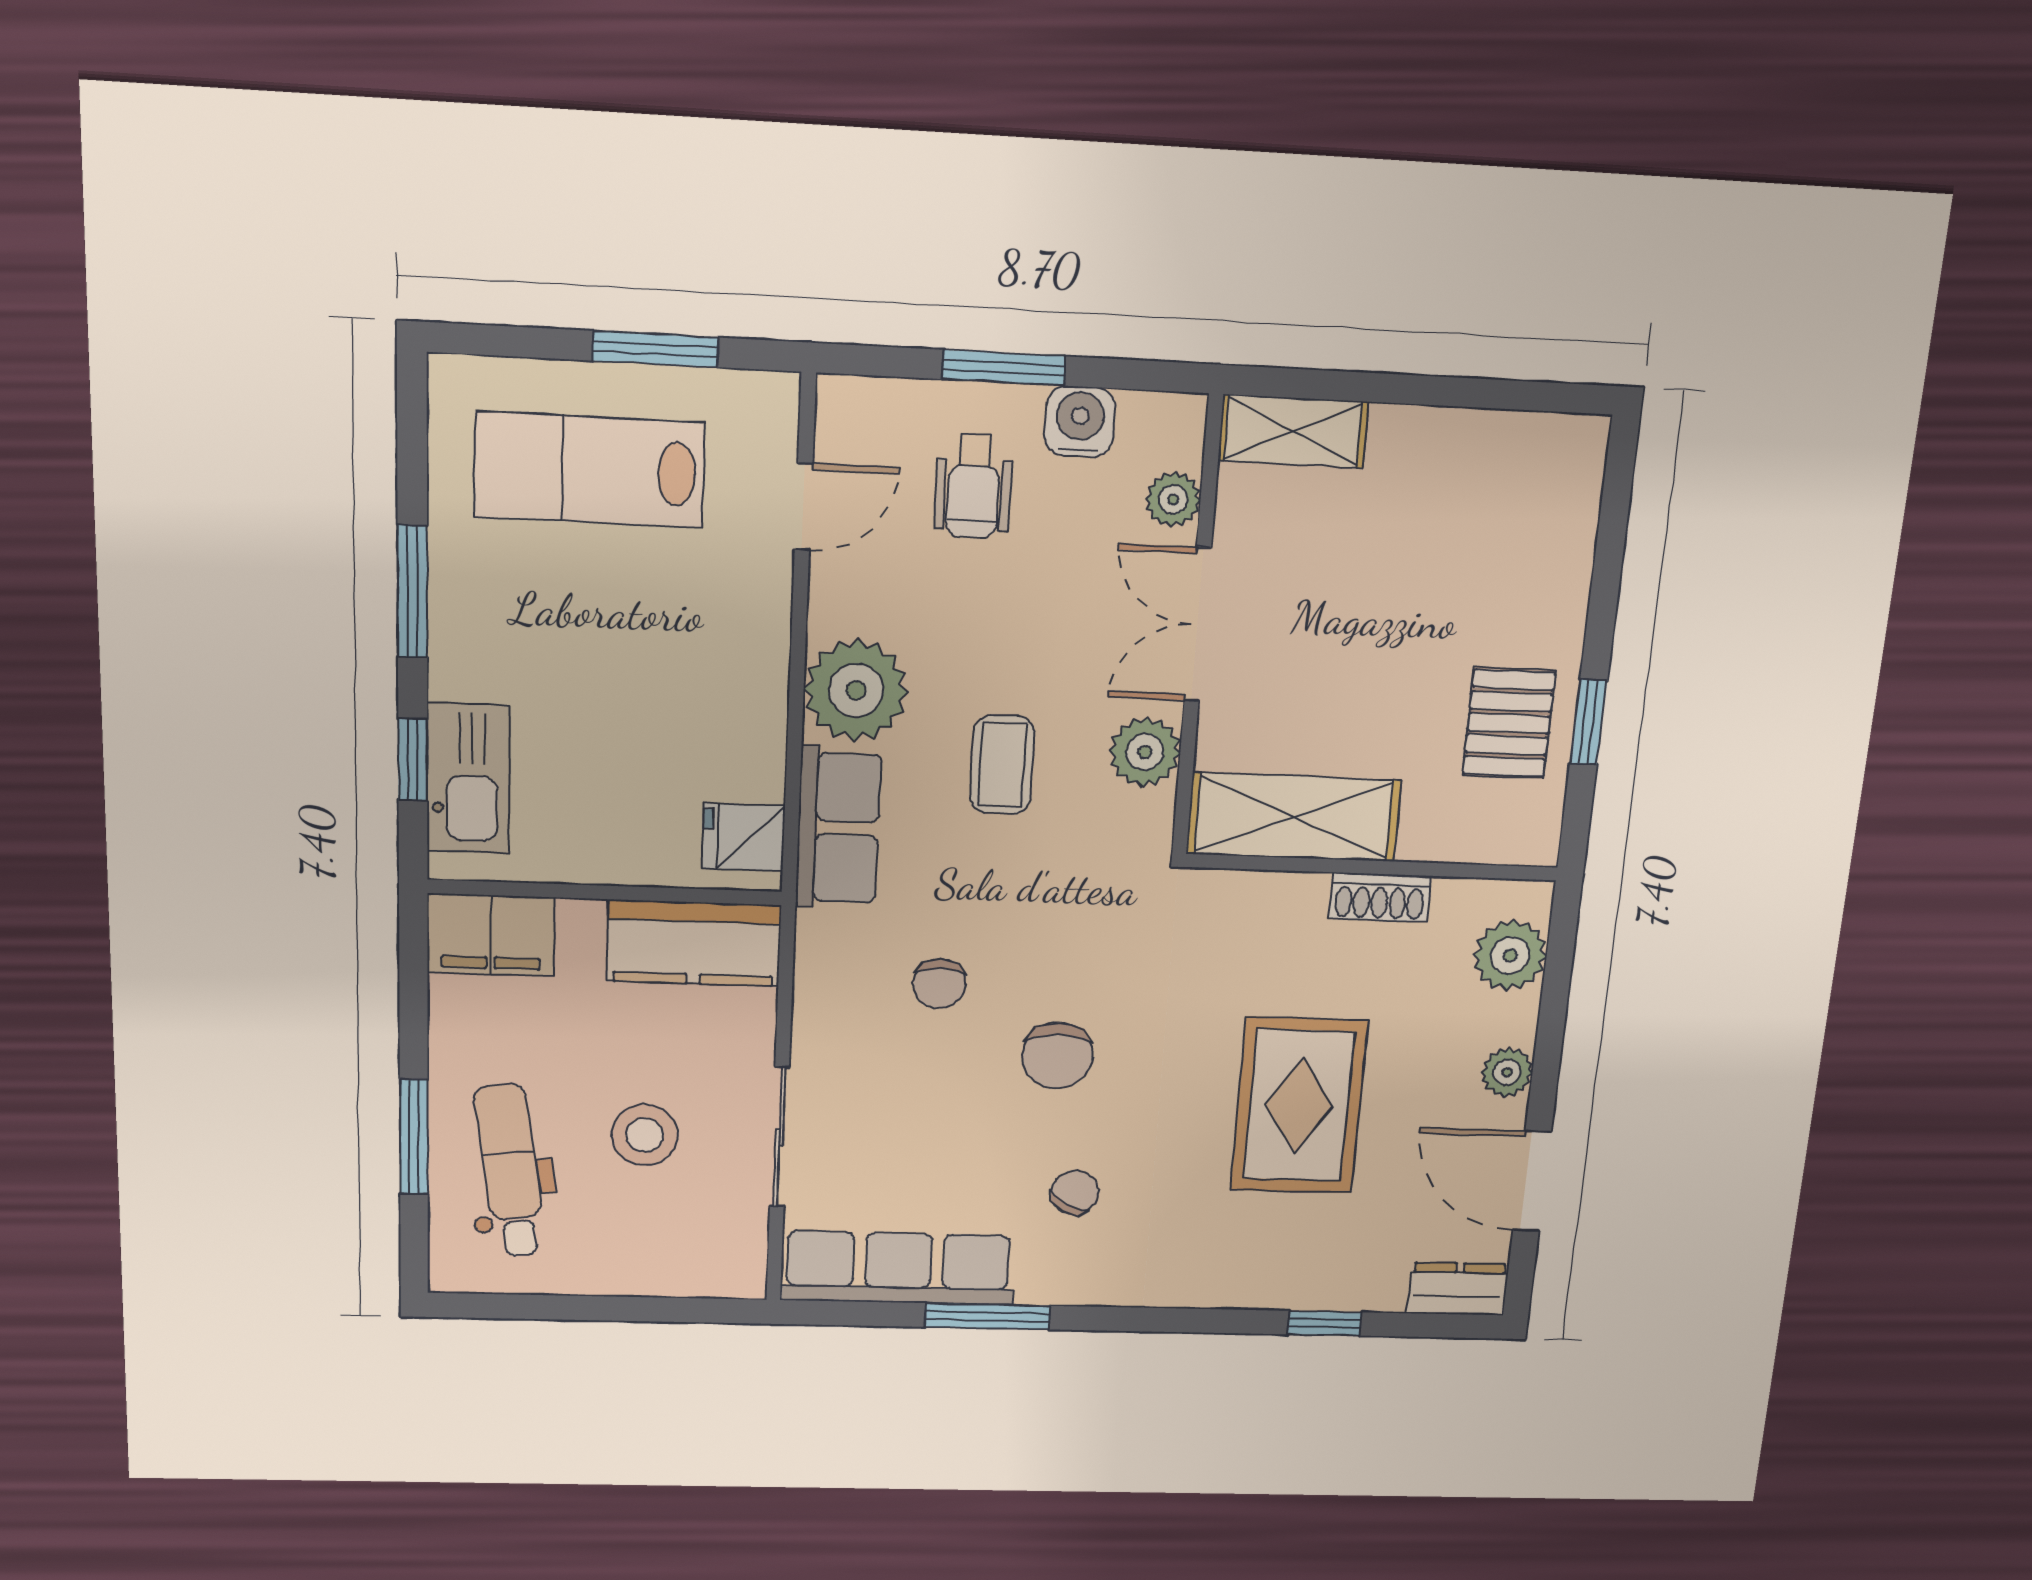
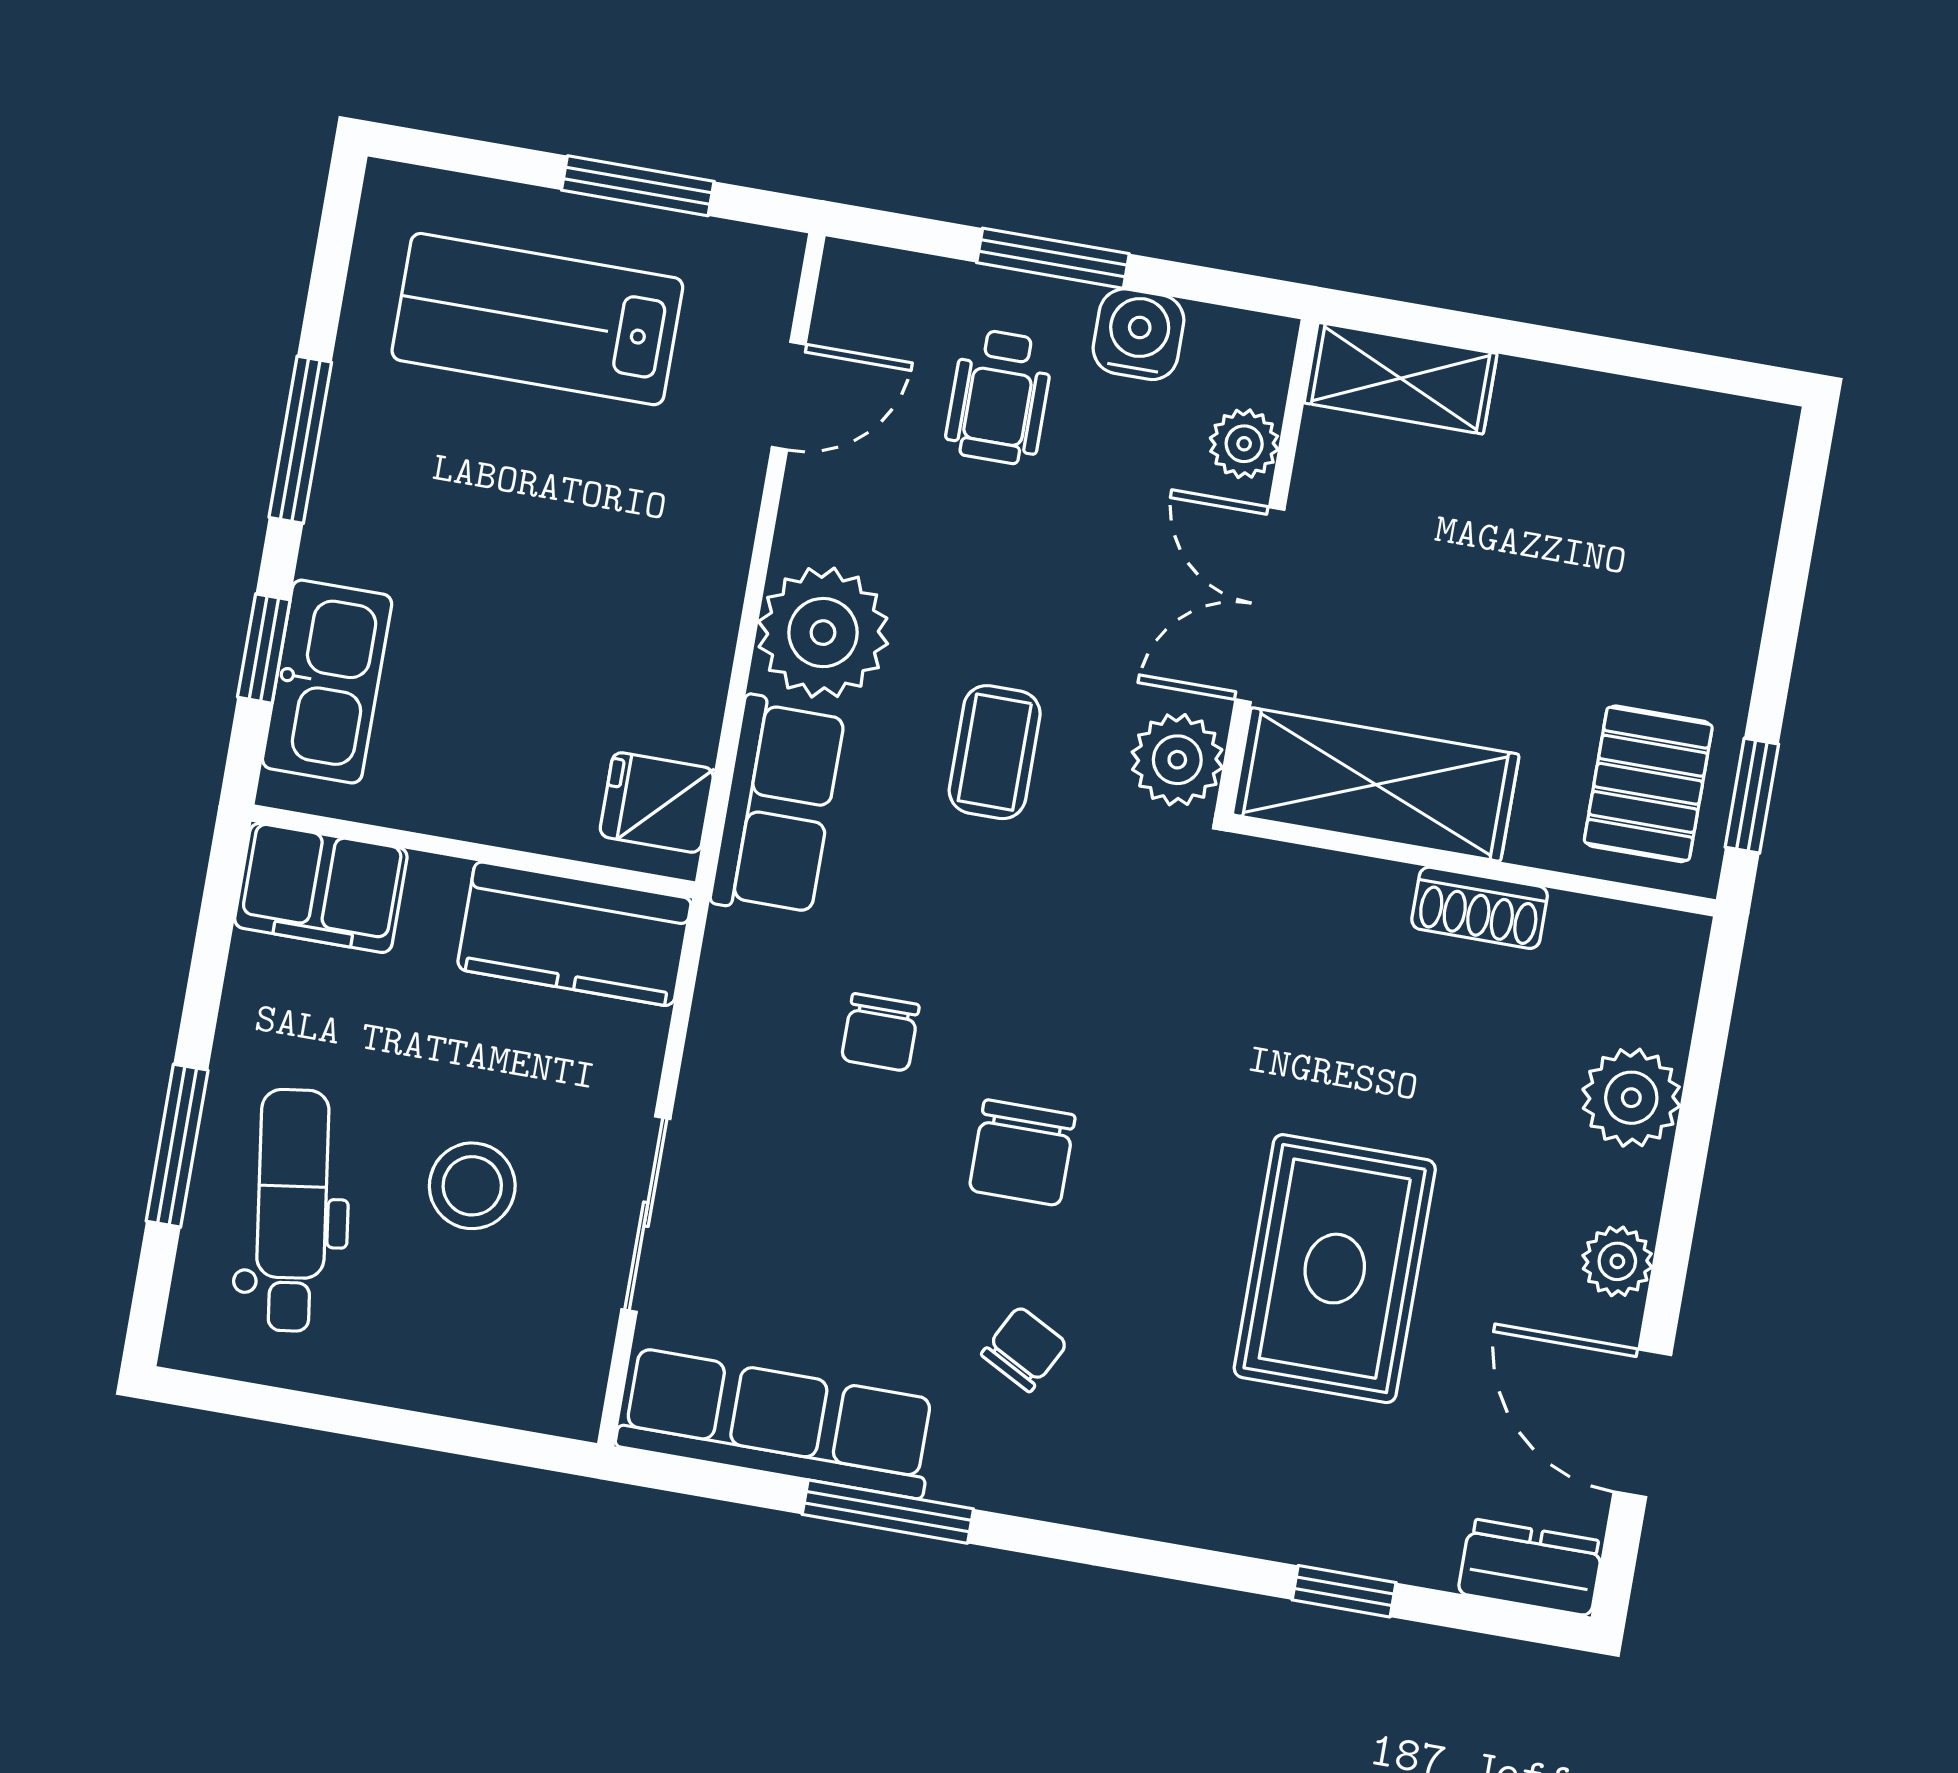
shelving: (1294, 817) -> (1376, 785), moved
wall: (1372, 867) -> (1473, 866), moved
shoe rack: (1380, 897) -> (1480, 908), moved

